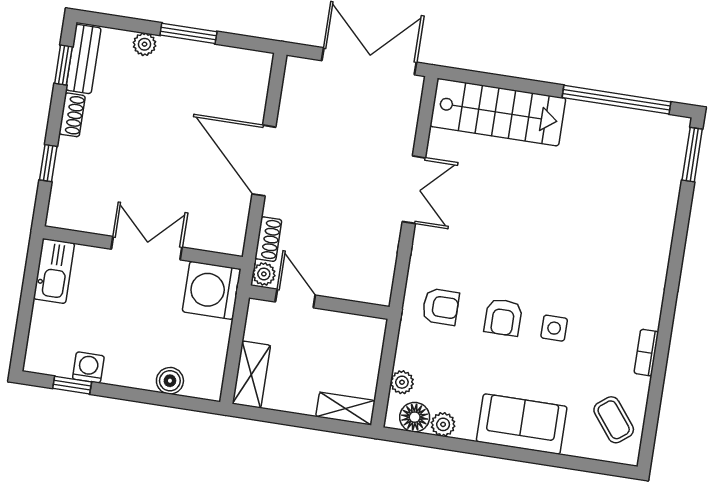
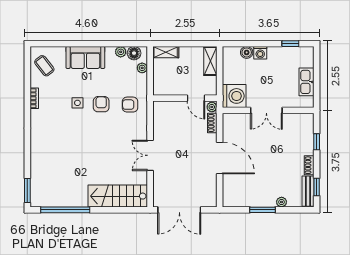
kitchen sink: (54, 271) -> (306, 82), moved
washing machine: (88, 367) -> (260, 53), moved

